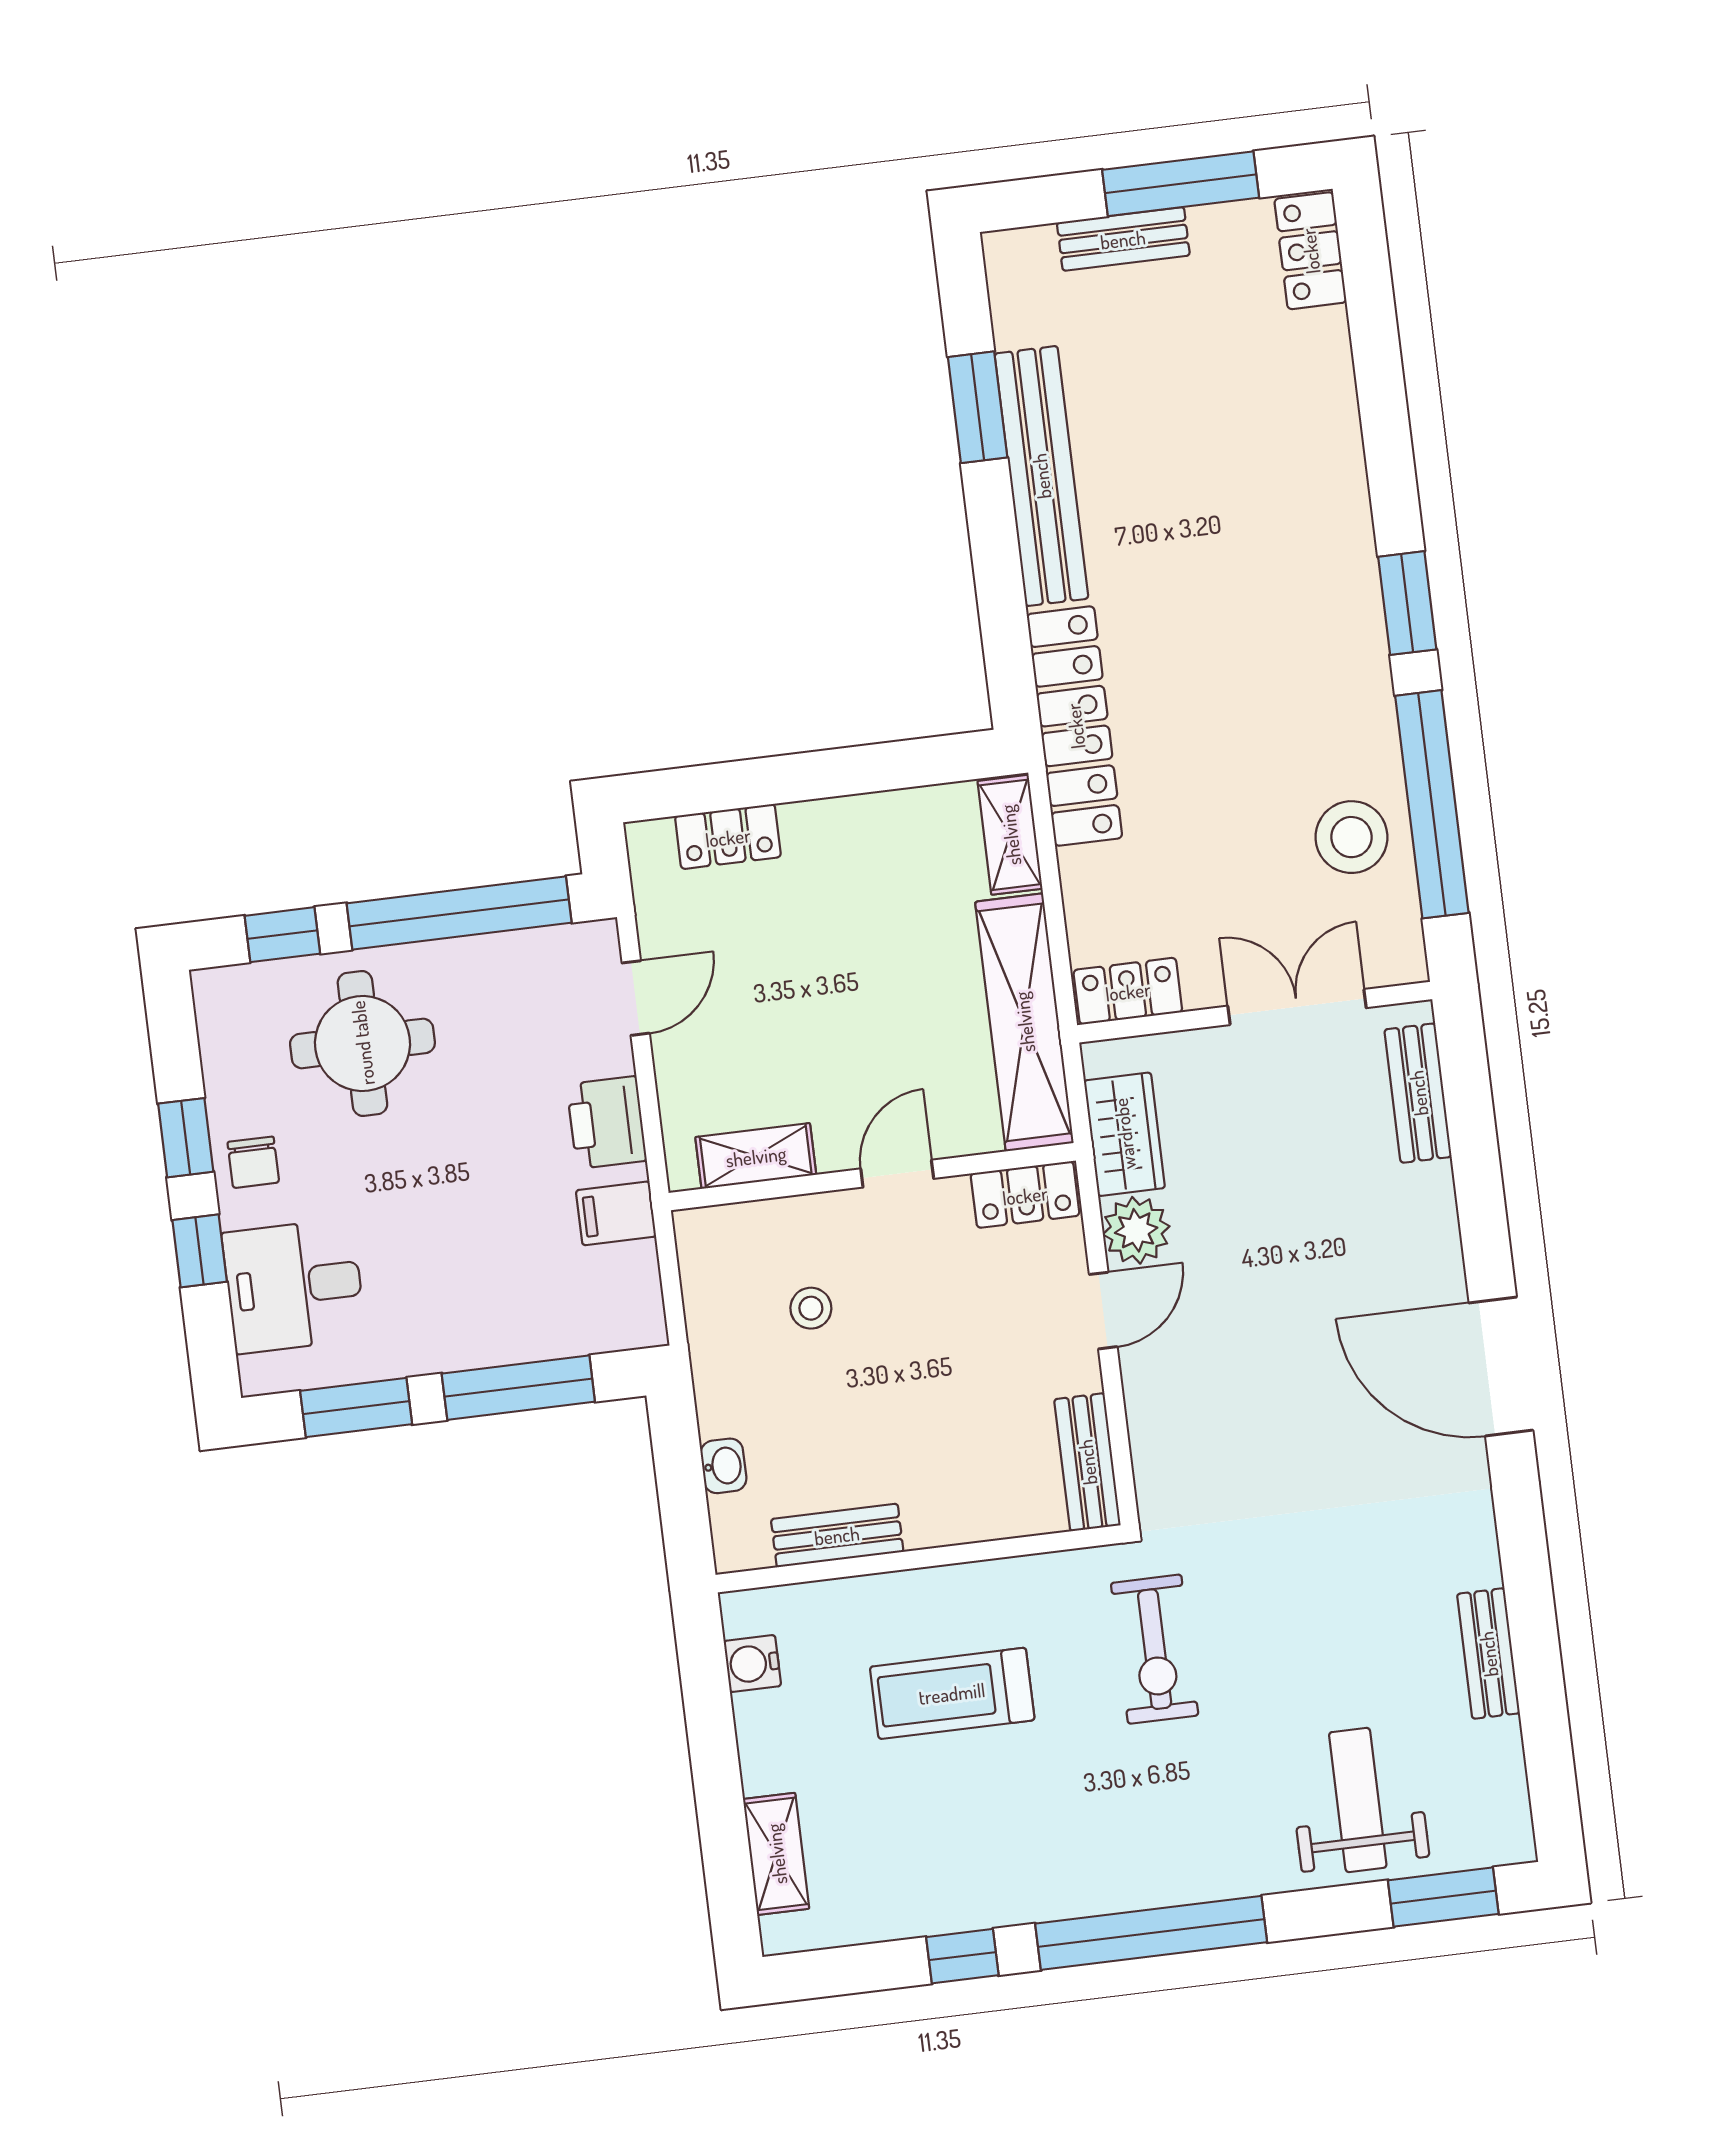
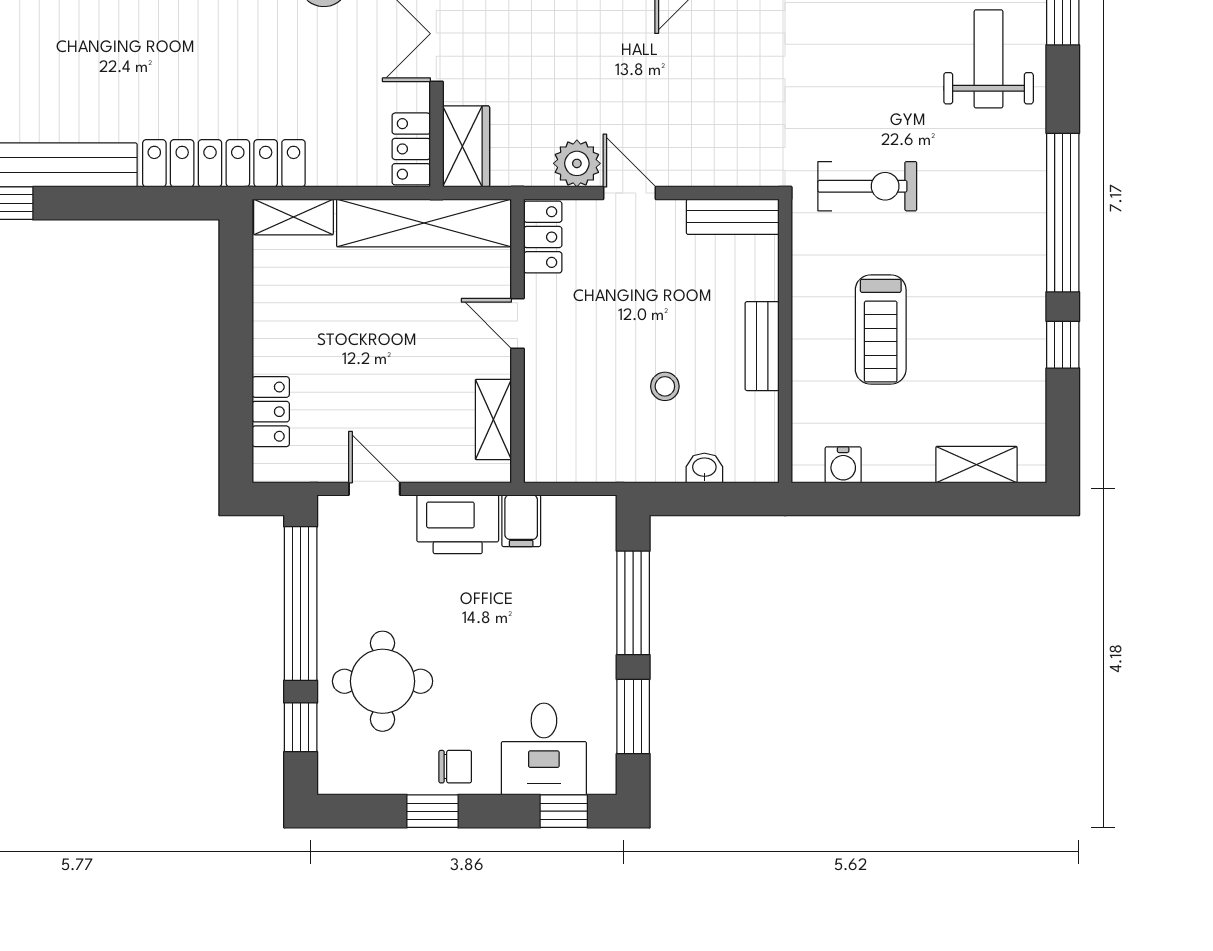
printer: (607, 1123) -> (458, 524), width x1.37, depth x1.19
wardrobe: (1124, 1134) -> (466, 146), moved, turned 90
window: (200, 1251) -> (564, 811), moved
stool: (811, 1308) -> (665, 386), moved
bench: (837, 1535) -> (762, 346), moved
weight bench: (1358, 1800) -> (989, 59), turned 90

